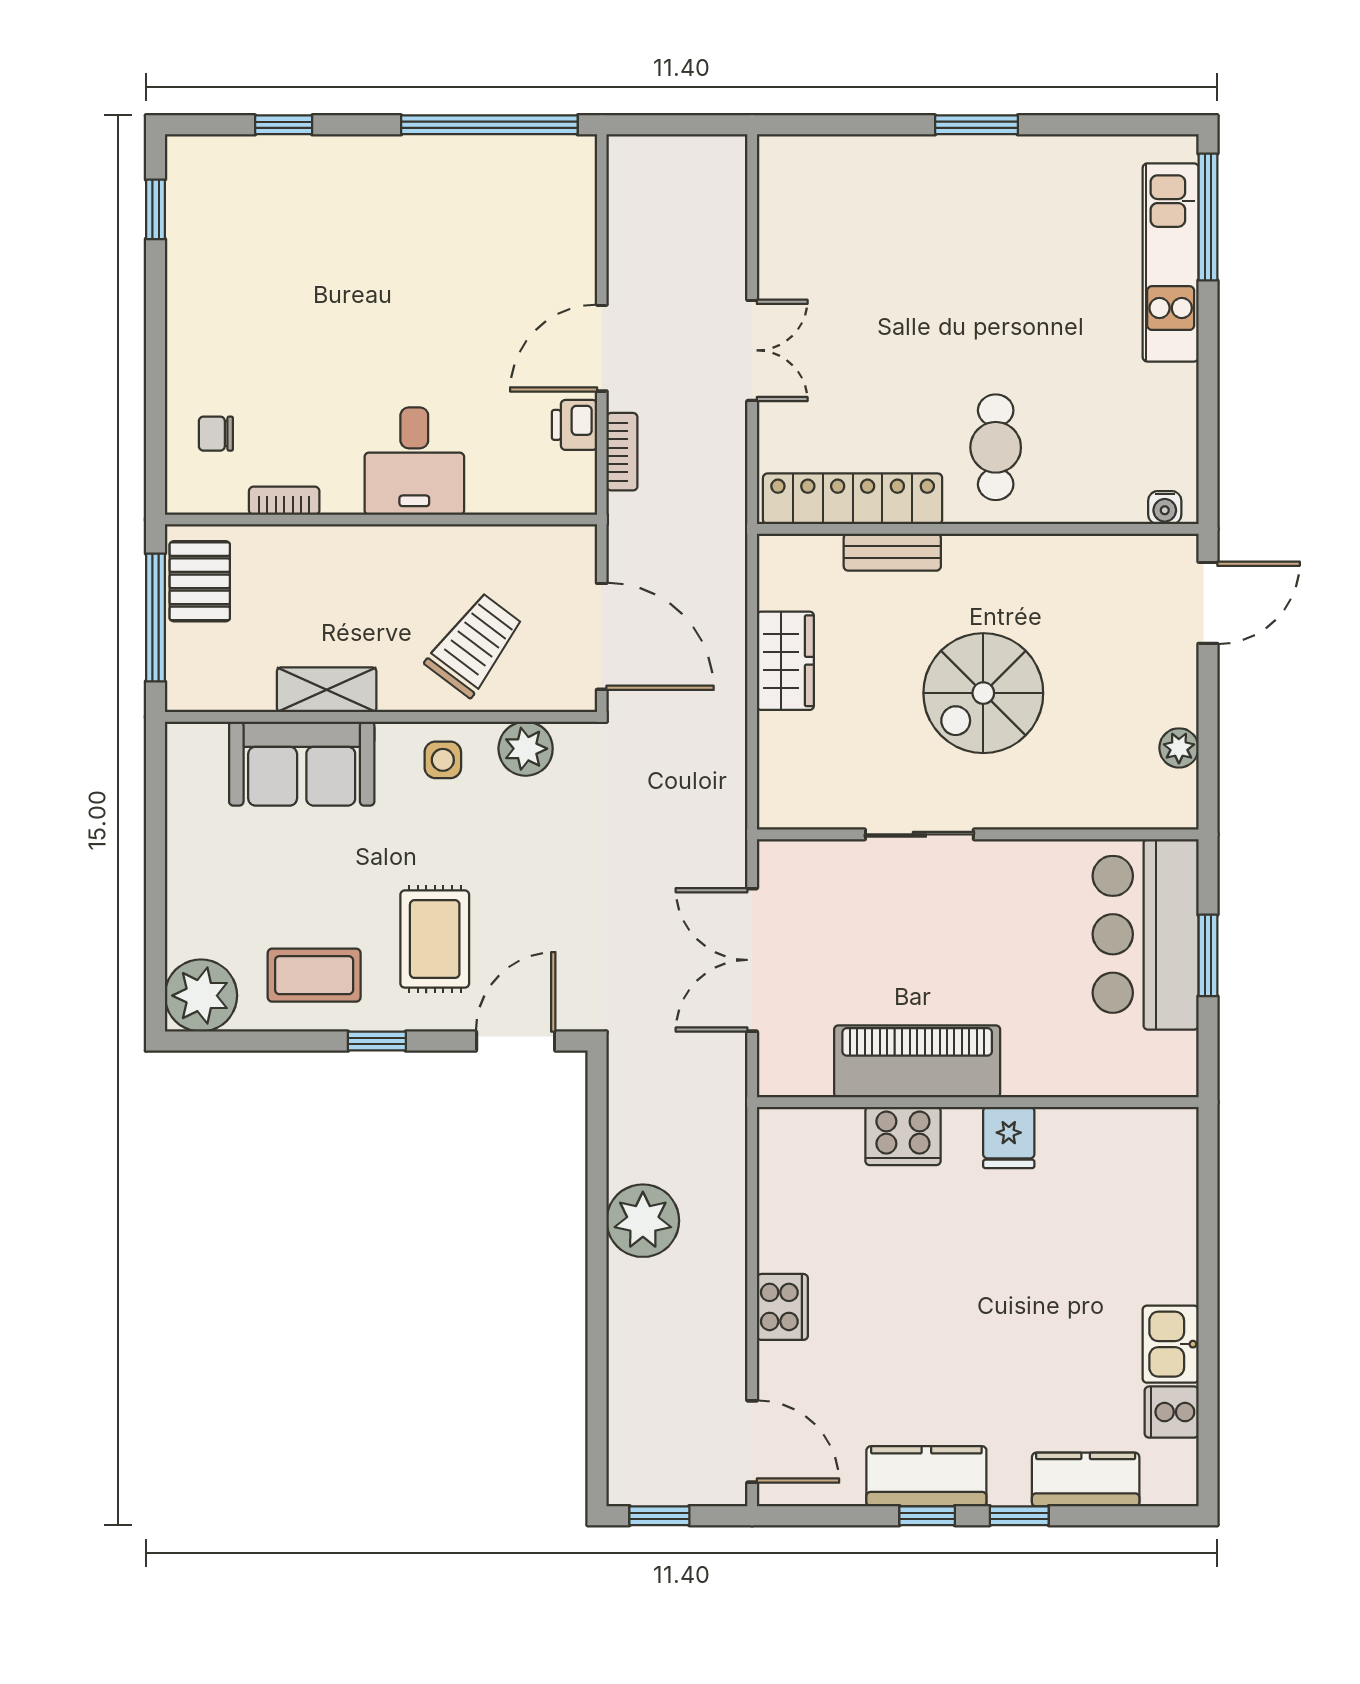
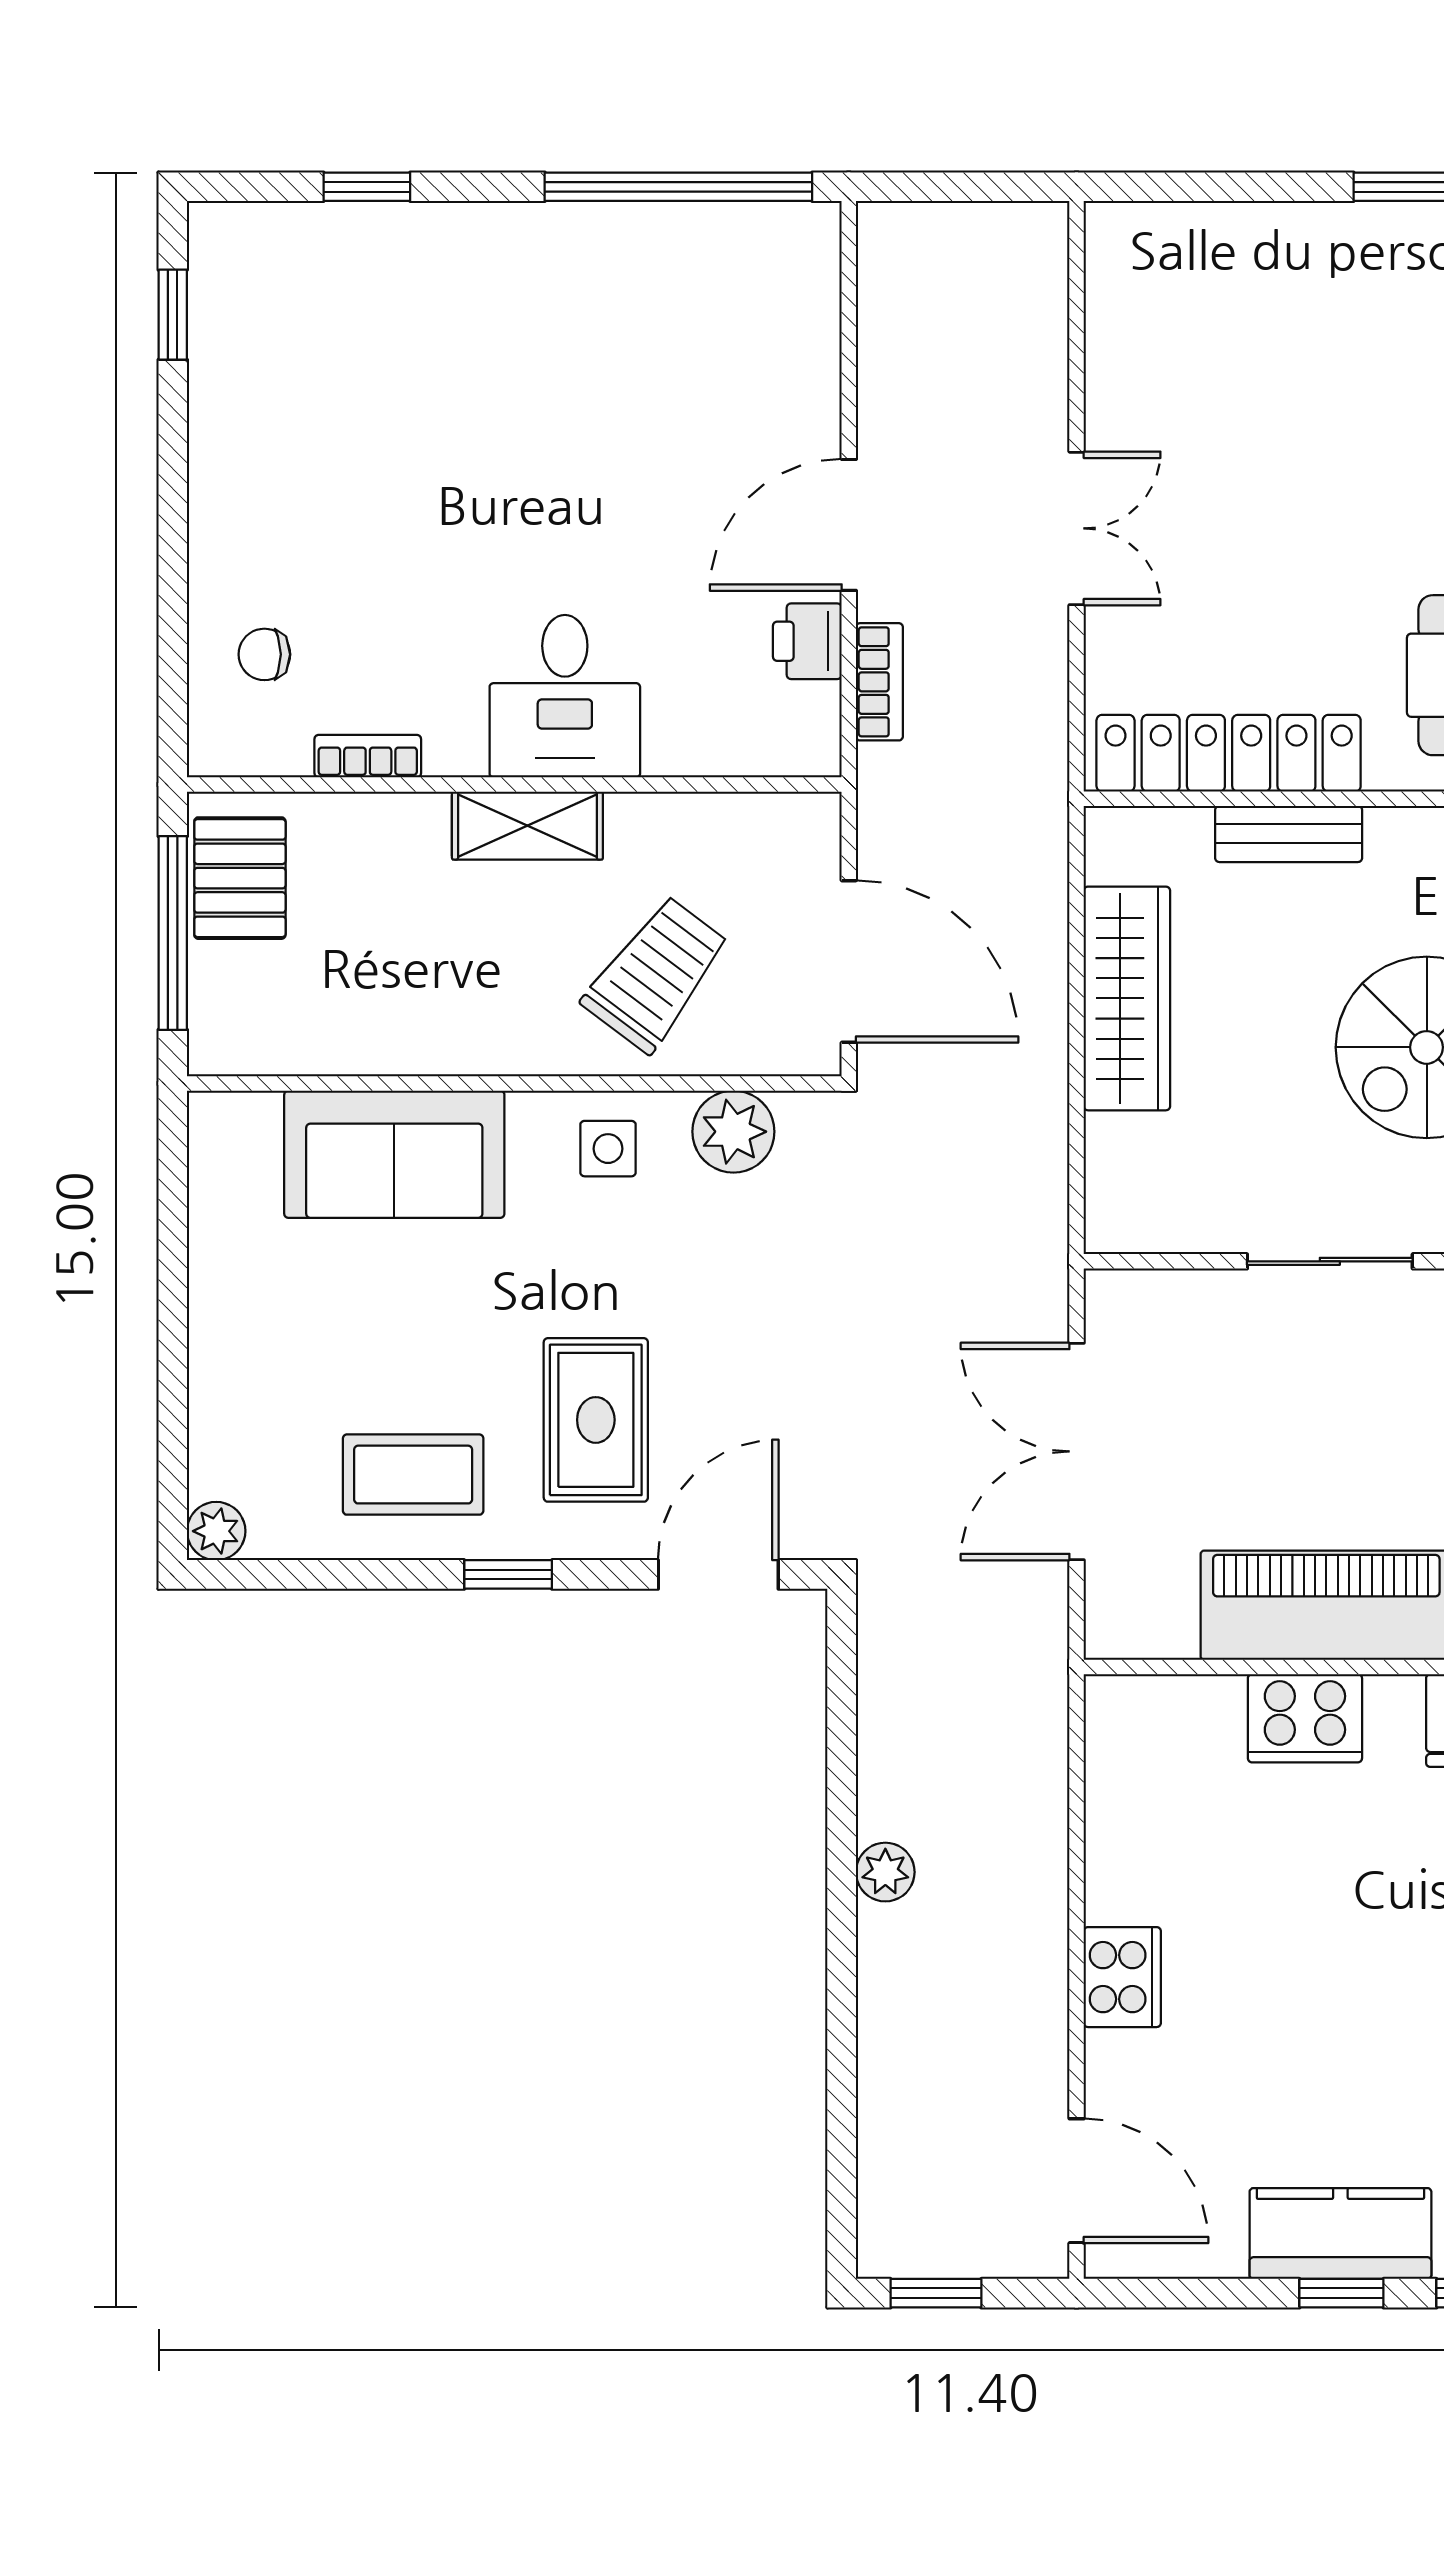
wardrobe: (785, 661) -> (1127, 998), width x1.50
shelving: (327, 690) -> (527, 826), moved
plant: (201, 996) -> (216, 1531), width x0.53, depth x0.53
plant: (643, 1221) -> (885, 1872), width x0.53, depth x0.53

